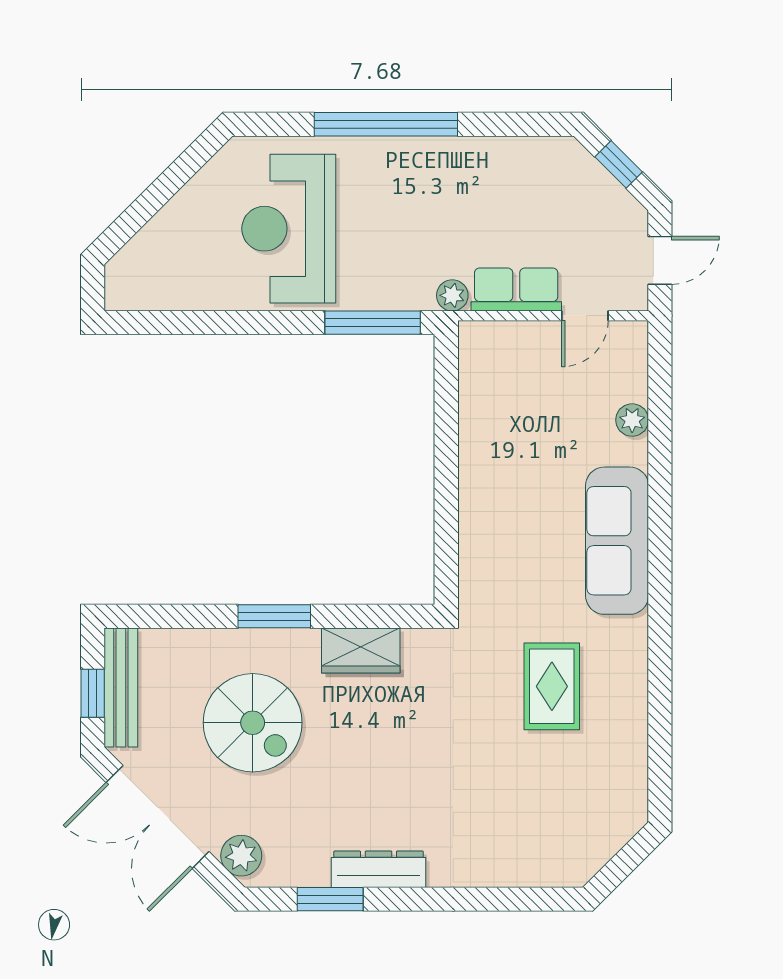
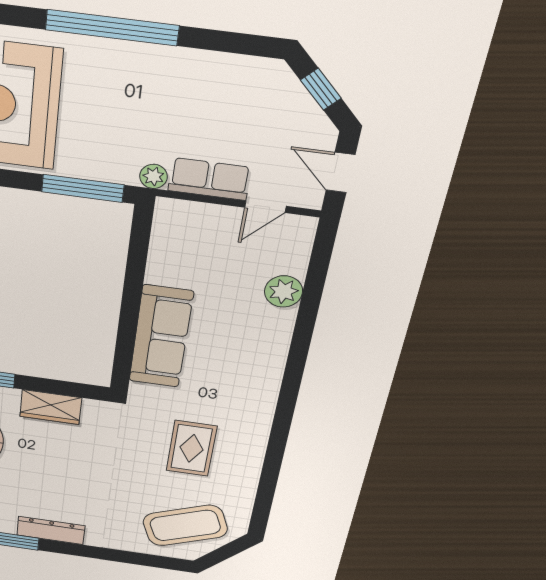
door: (660, 260) -> (341, 172), swing flipped
plant: (632, 420) -> (284, 291), width x1.38, depth x1.38
sofa: (617, 541) -> (161, 337), moved, turned 180
coffee table: (563, 824) -> (185, 525), added

